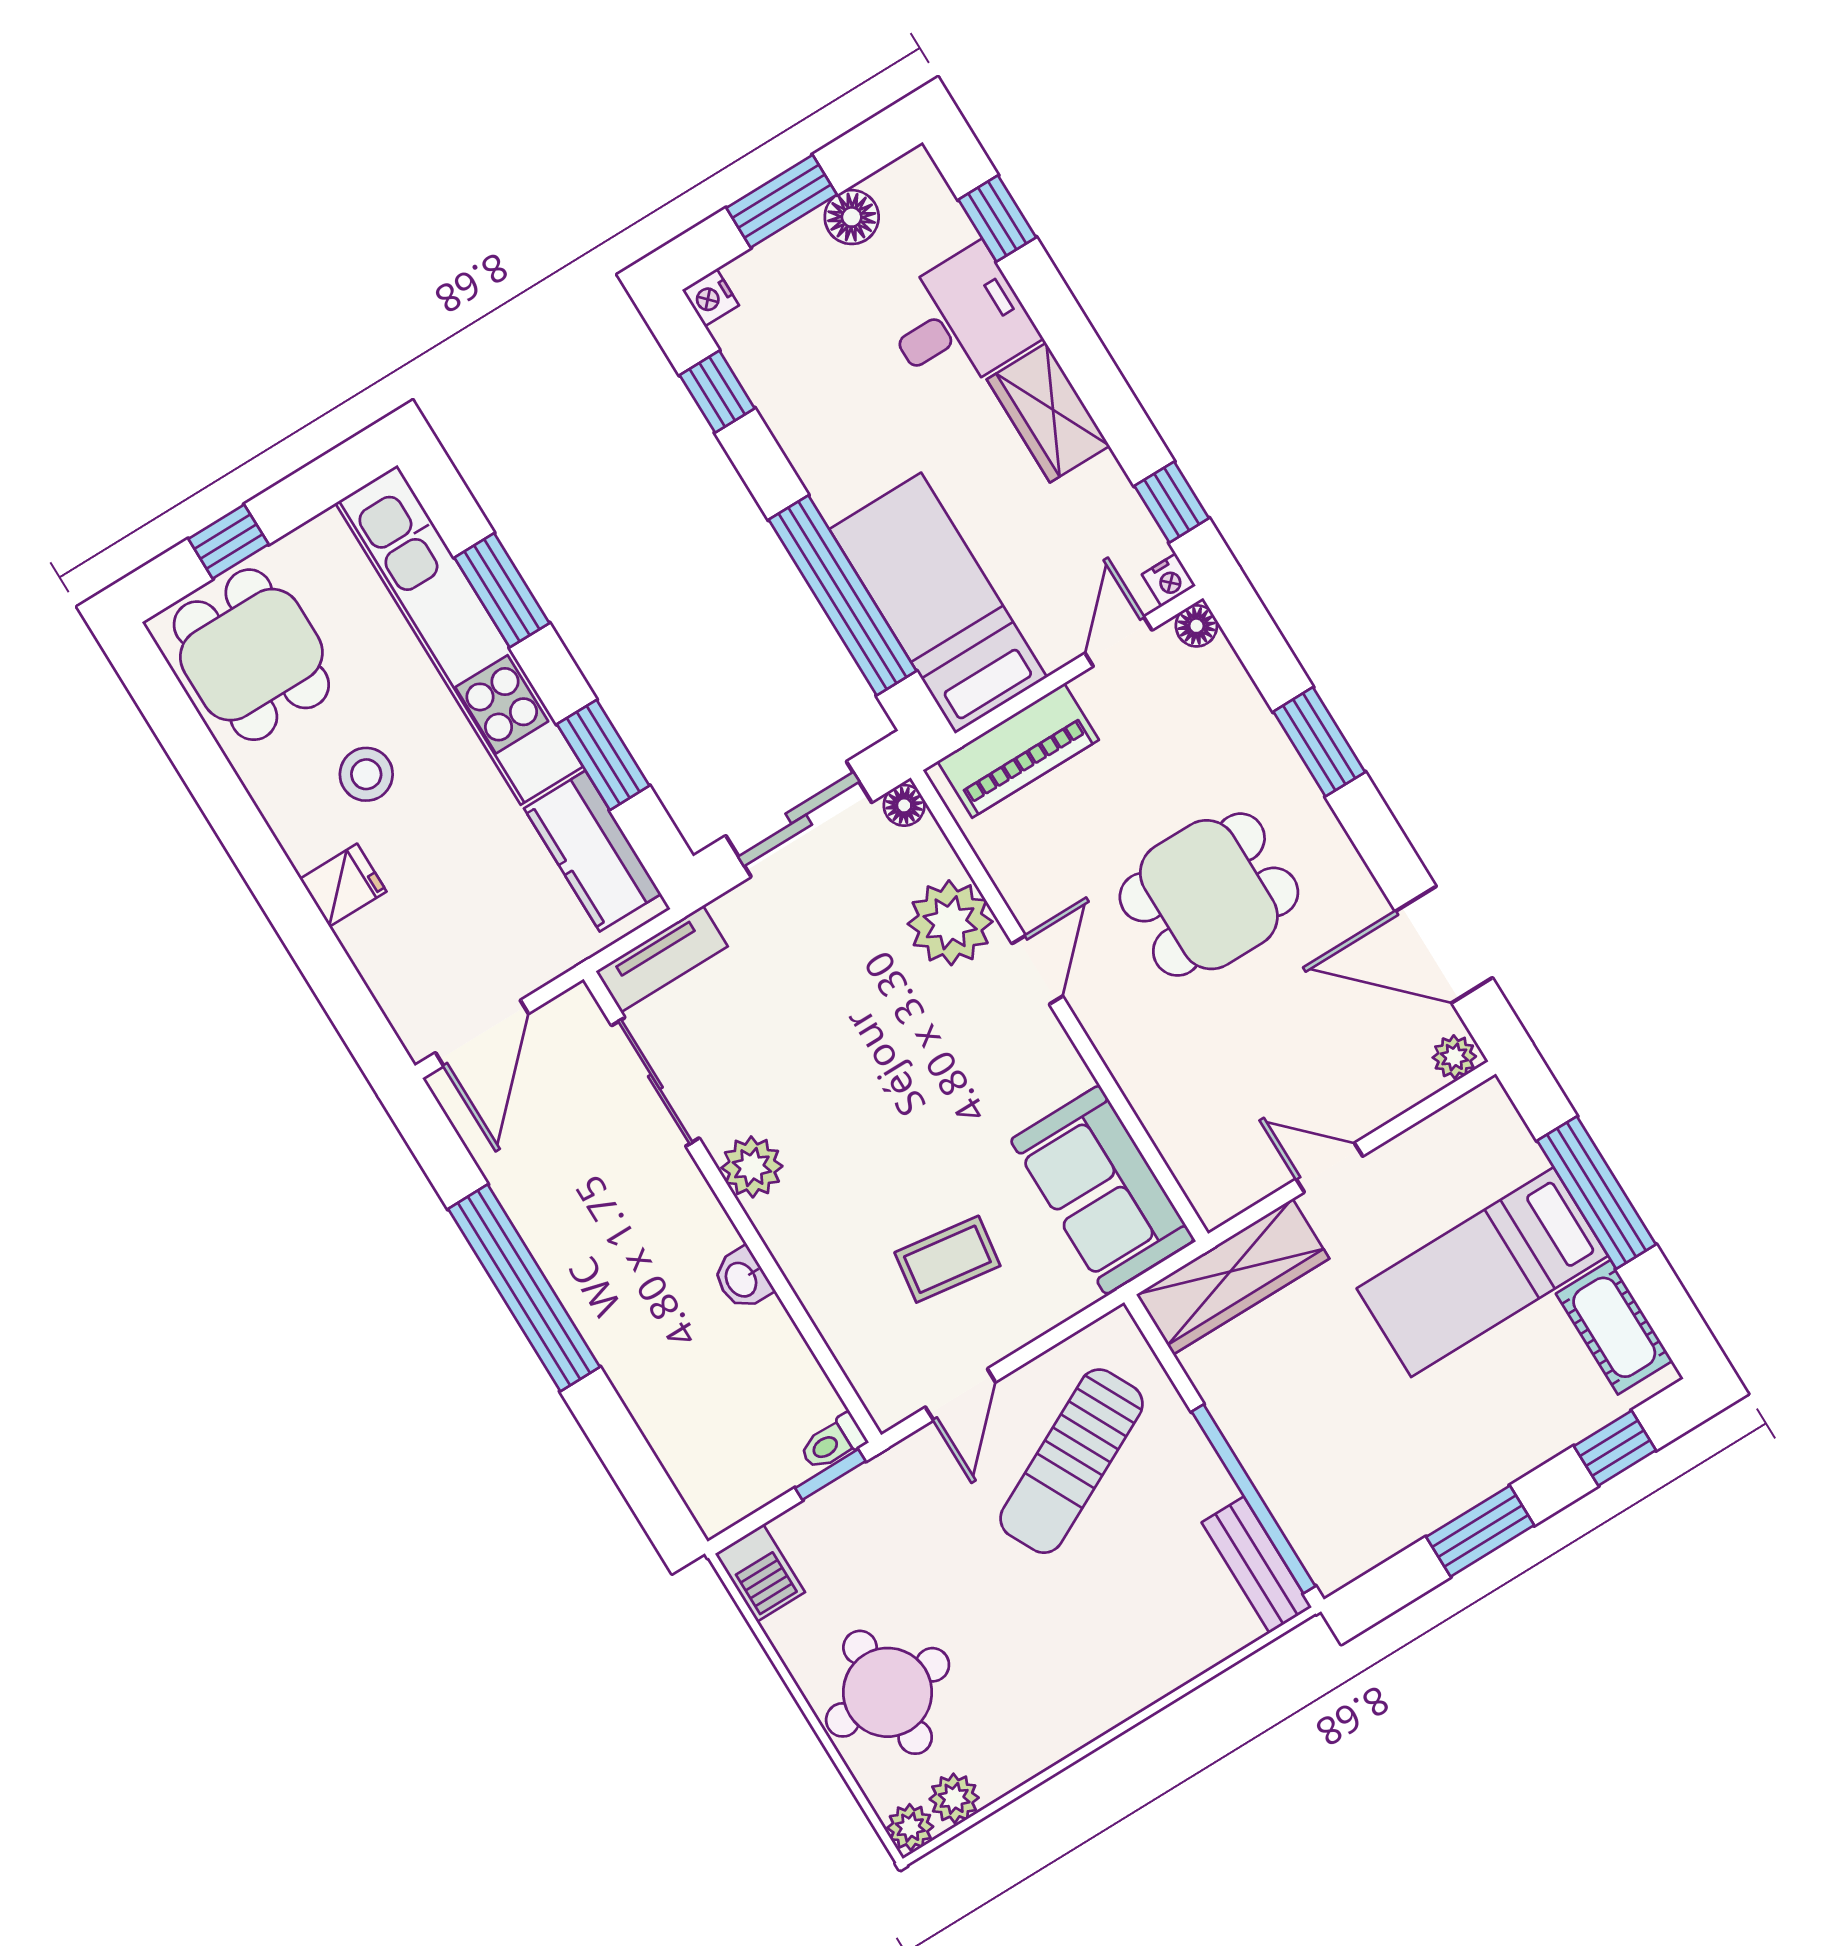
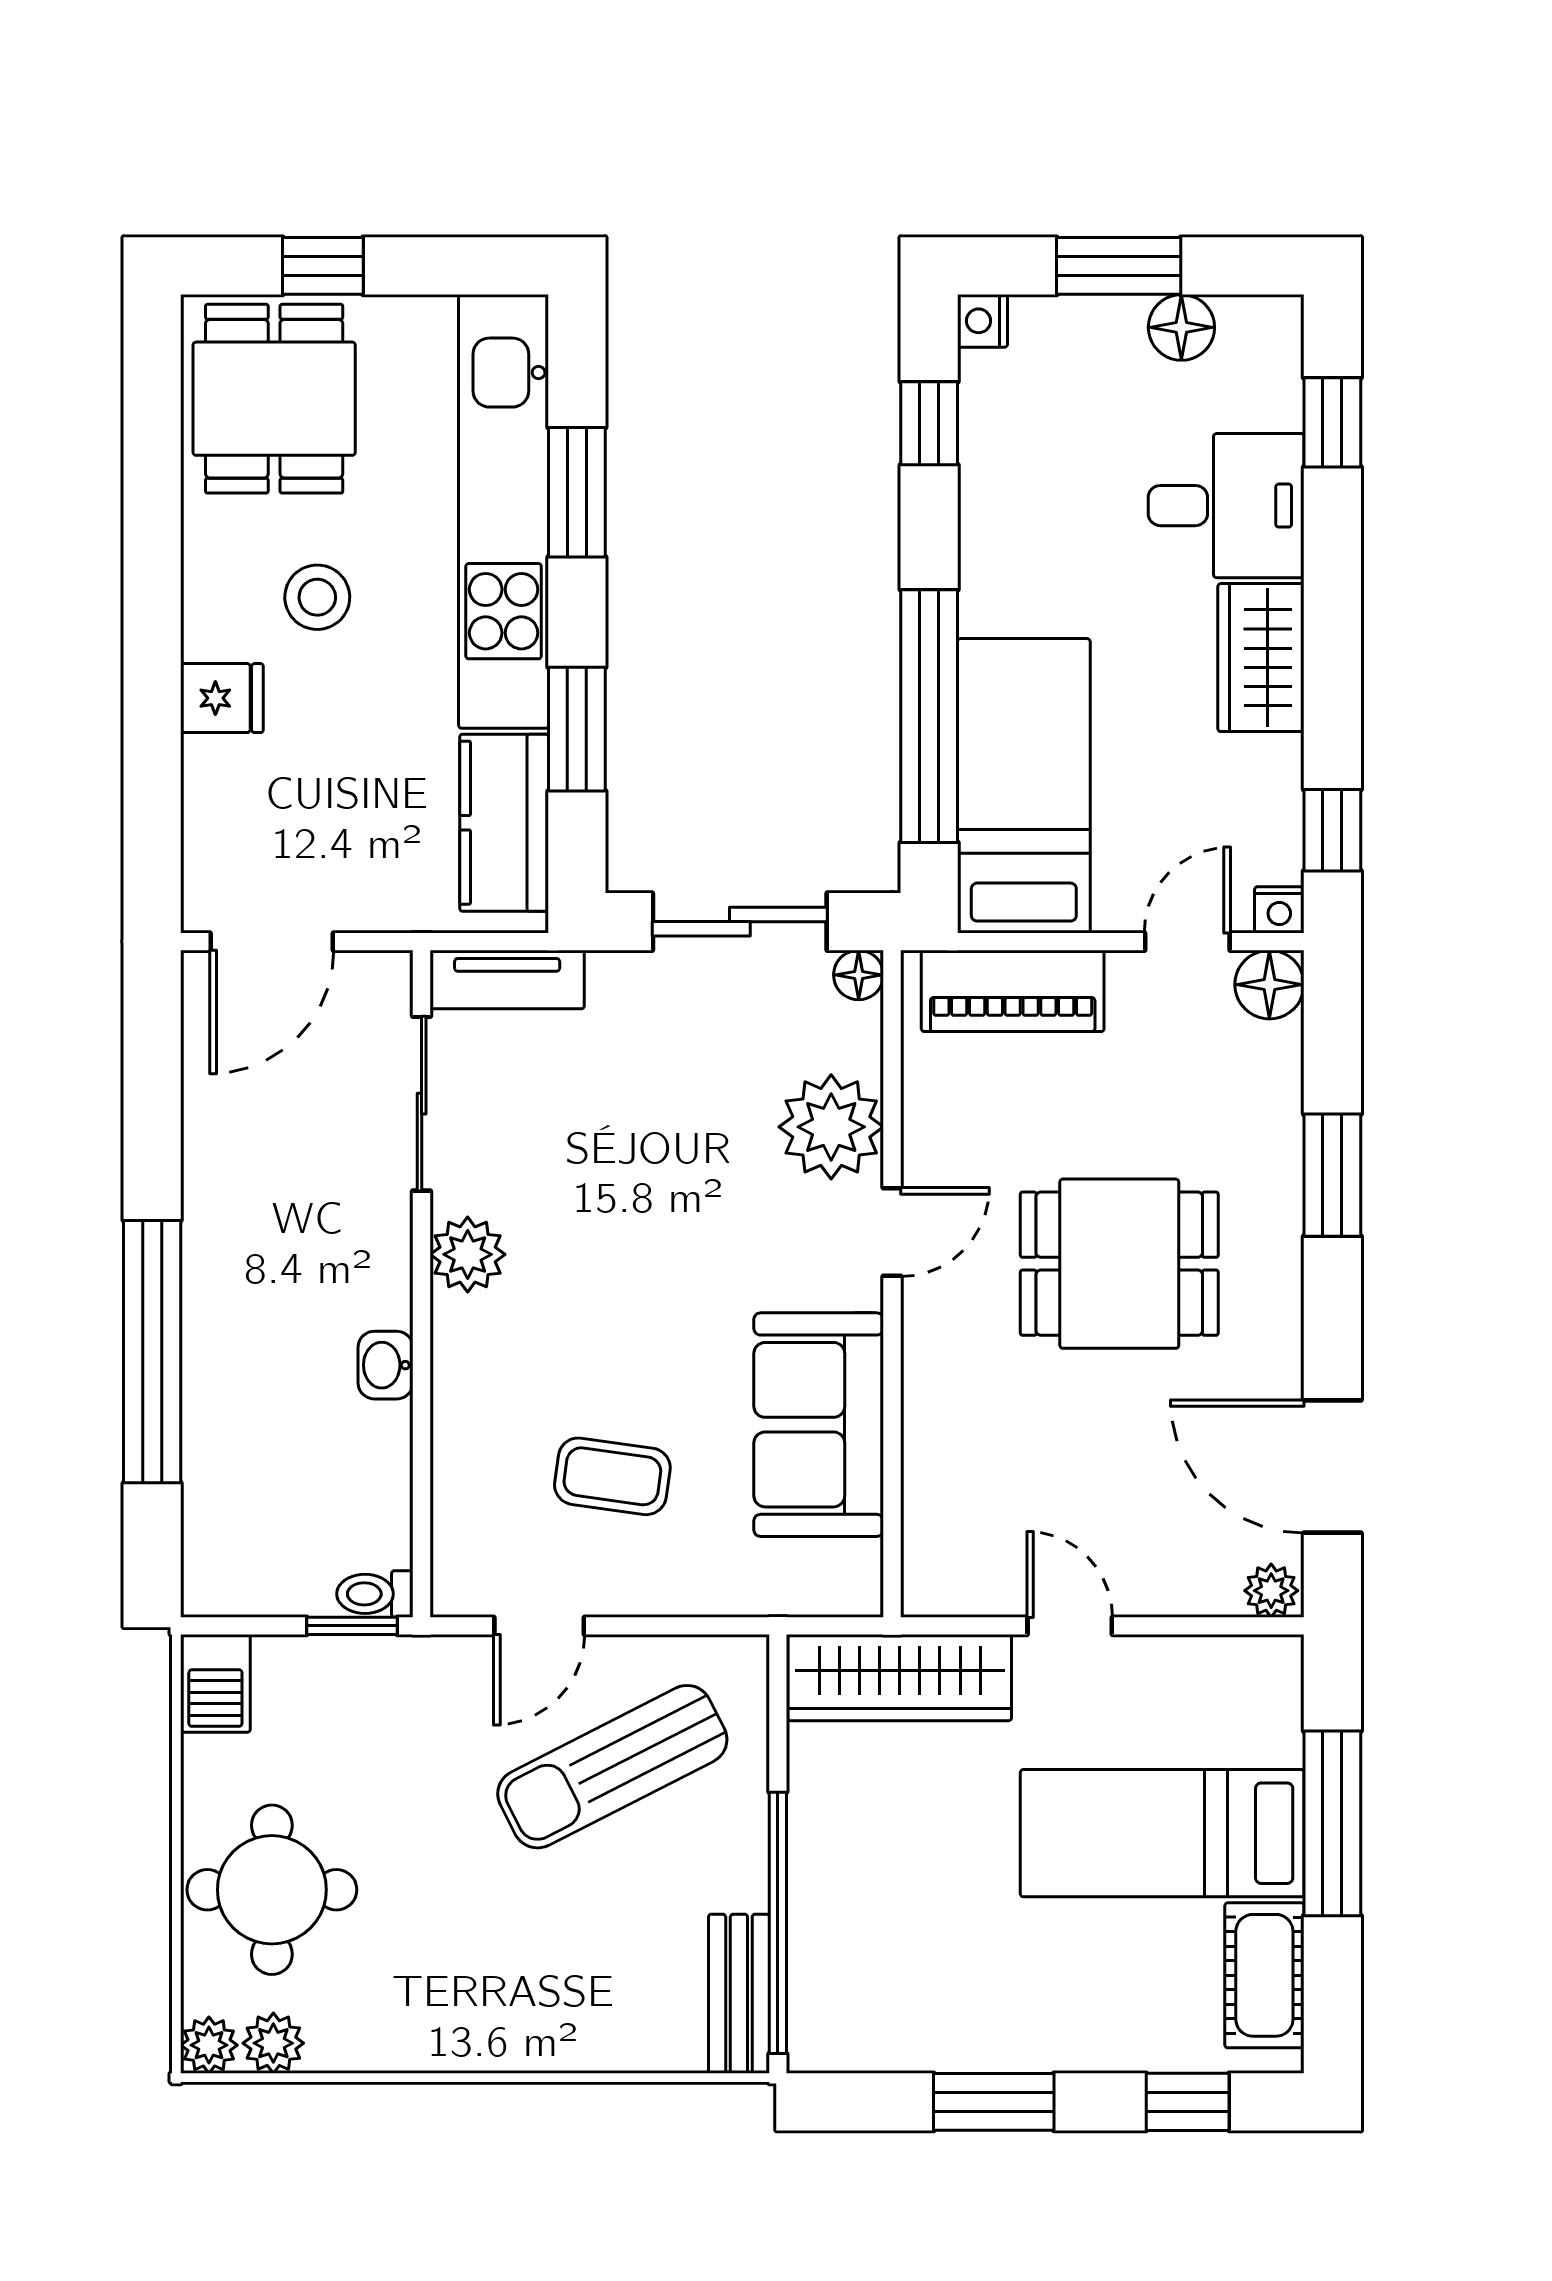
floor lamp: (1196, 626) -> (1269, 985), width x1.37, depth x1.37
sofa: (1102, 1190) -> (819, 1425), moved
window: (524, 1288) -> (152, 1352), moved

